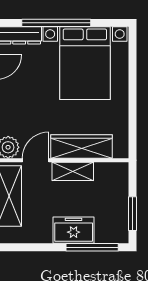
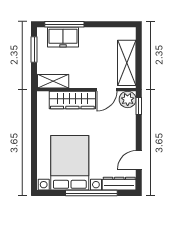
shelving: (73, 171) -> (53, 81), moved
freezer: (74, 230) -> (63, 37), moved

